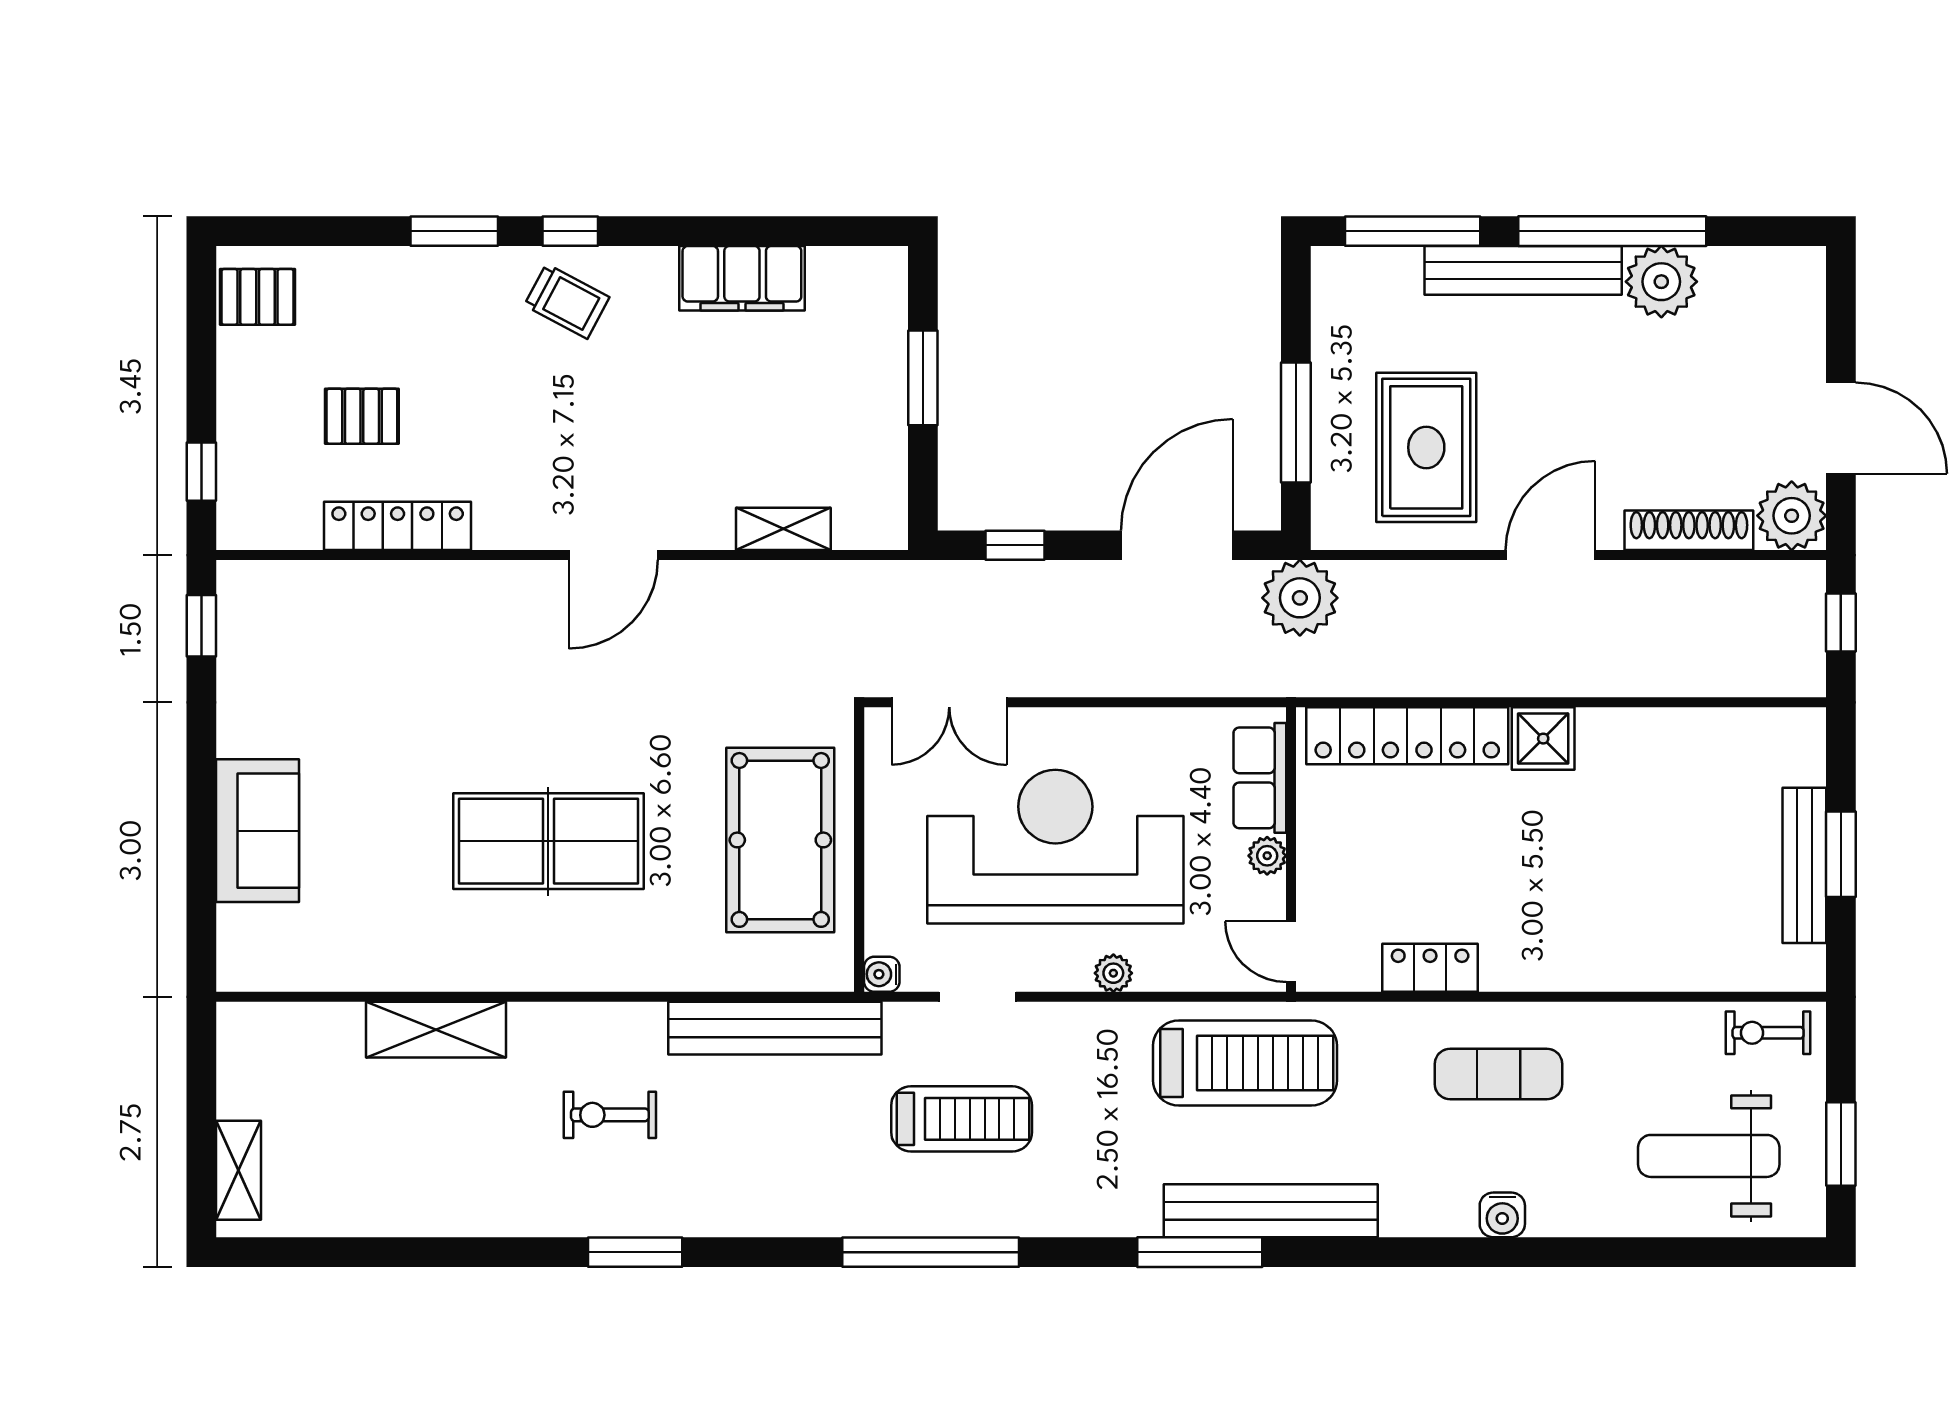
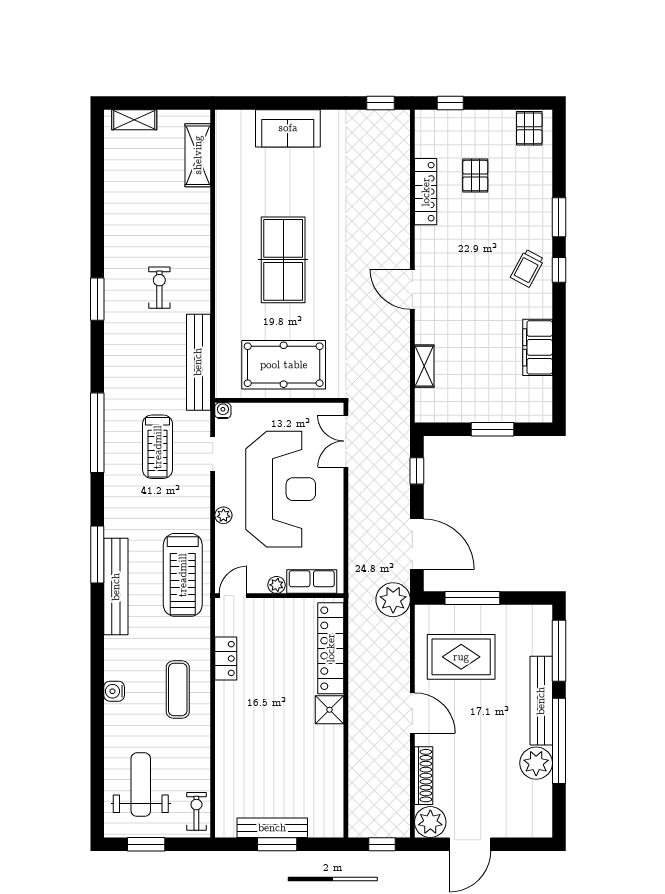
shelving: (436, 1030) -> (198, 155), moved

